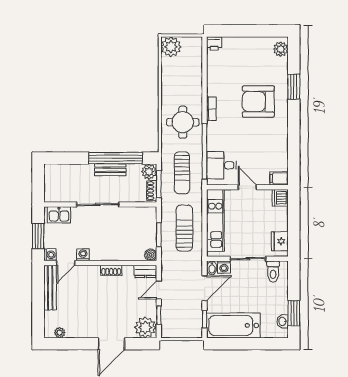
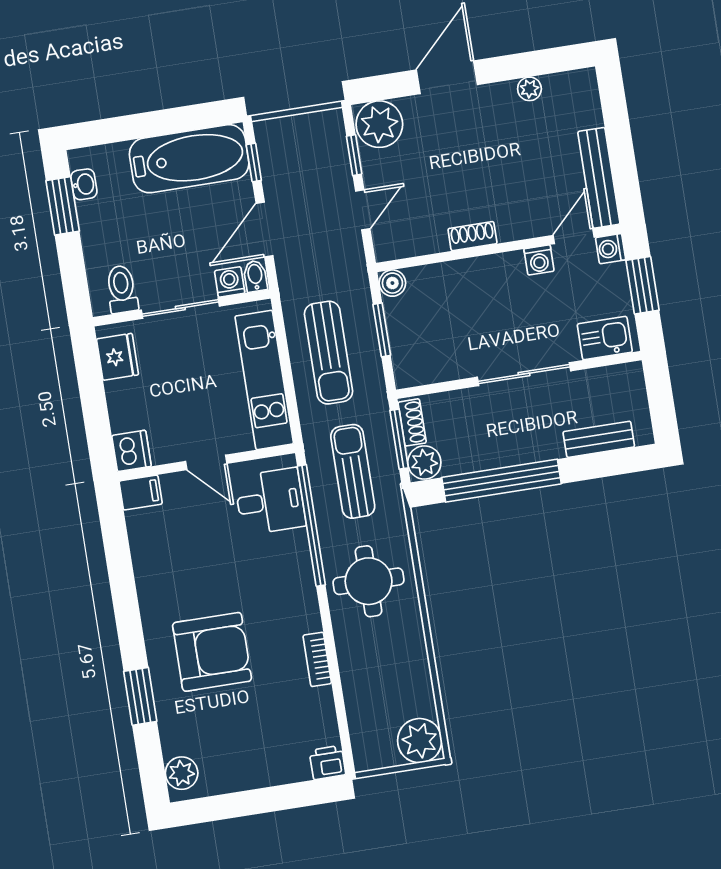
bookcase: (211, 109) -> (317, 659), moved
bench: (110, 170) -> (599, 439), moved
dresser: (145, 271) -> (398, 245), removed
plant: (60, 333) -> (529, 89), moved

